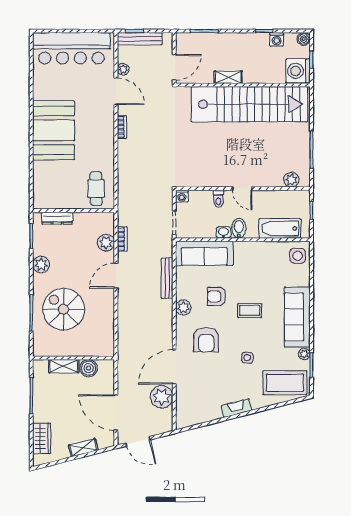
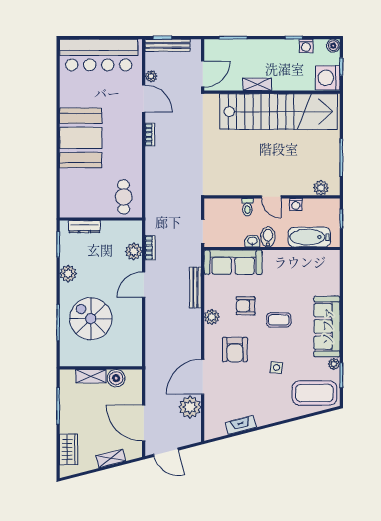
washing machine: (182, 196) -> (296, 205), moved
side table: (298, 256) -> (327, 265), removed
fireplace: (237, 408) -> (241, 425), moved

